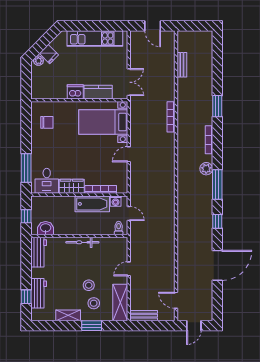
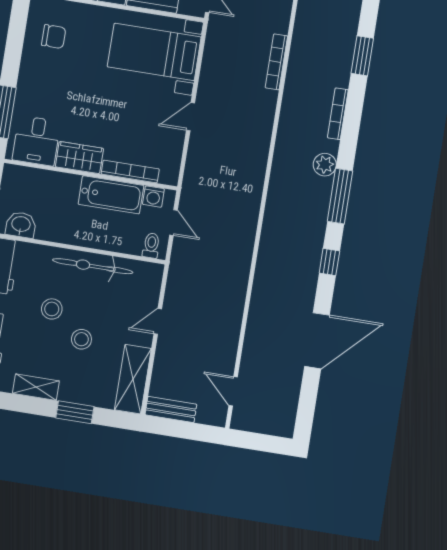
bicycle: (82, 242) -> (93, 266), width x1.37, depth x1.40
stool: (94, 303) -> (52, 309), moved
door: (194, 326) -> (258, 442), removed

